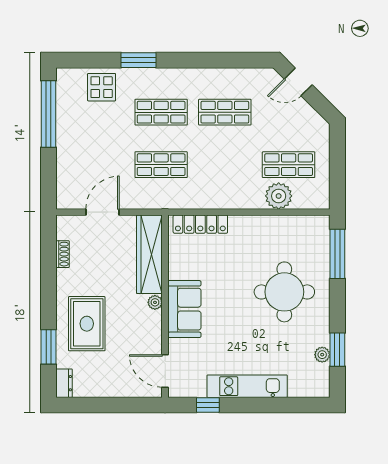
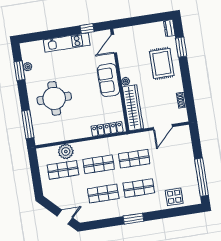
window: (138, 60) -> (133, 219), moved
shop shelf: (225, 165) -> (99, 164), added
door: (165, 371) -> (114, 44), swing flipped

